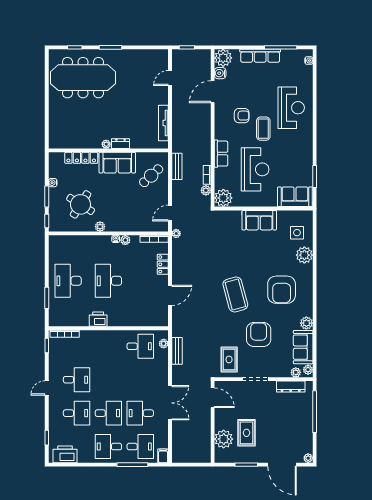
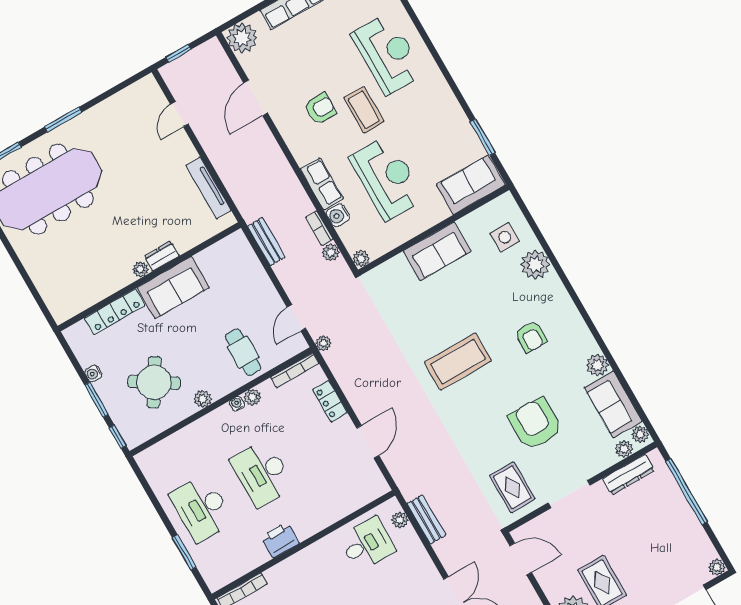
water cooler: (220, 73) -> (338, 215), moved
cafe table: (151, 176) -> (243, 352), moved, turned -47
plant: (223, 198) -> (361, 259), width x0.53, depth x0.53
armchair: (282, 290) -> (531, 337), width x0.53, depth x0.53
coffee table: (235, 294) -> (458, 362), moved, turned -75

